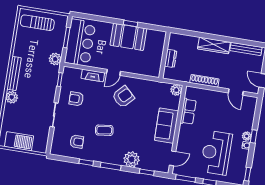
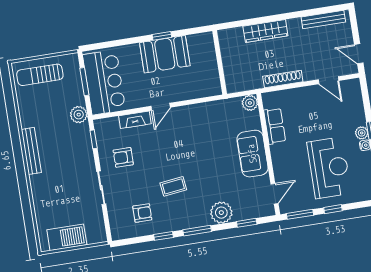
wardrobe: (214, 45) -> (265, 31), moved
dresser: (171, 58) -> (229, 64), removed
plant: (12, 97) -> (38, 183), removed
armchair: (123, 97) -> (184, 135), removed
reception desk: (216, 153) -> (329, 168), turned 180

